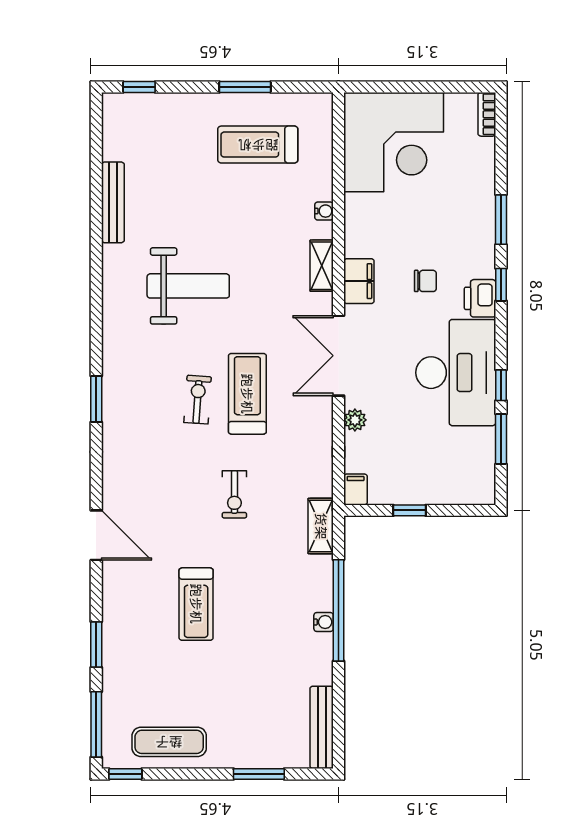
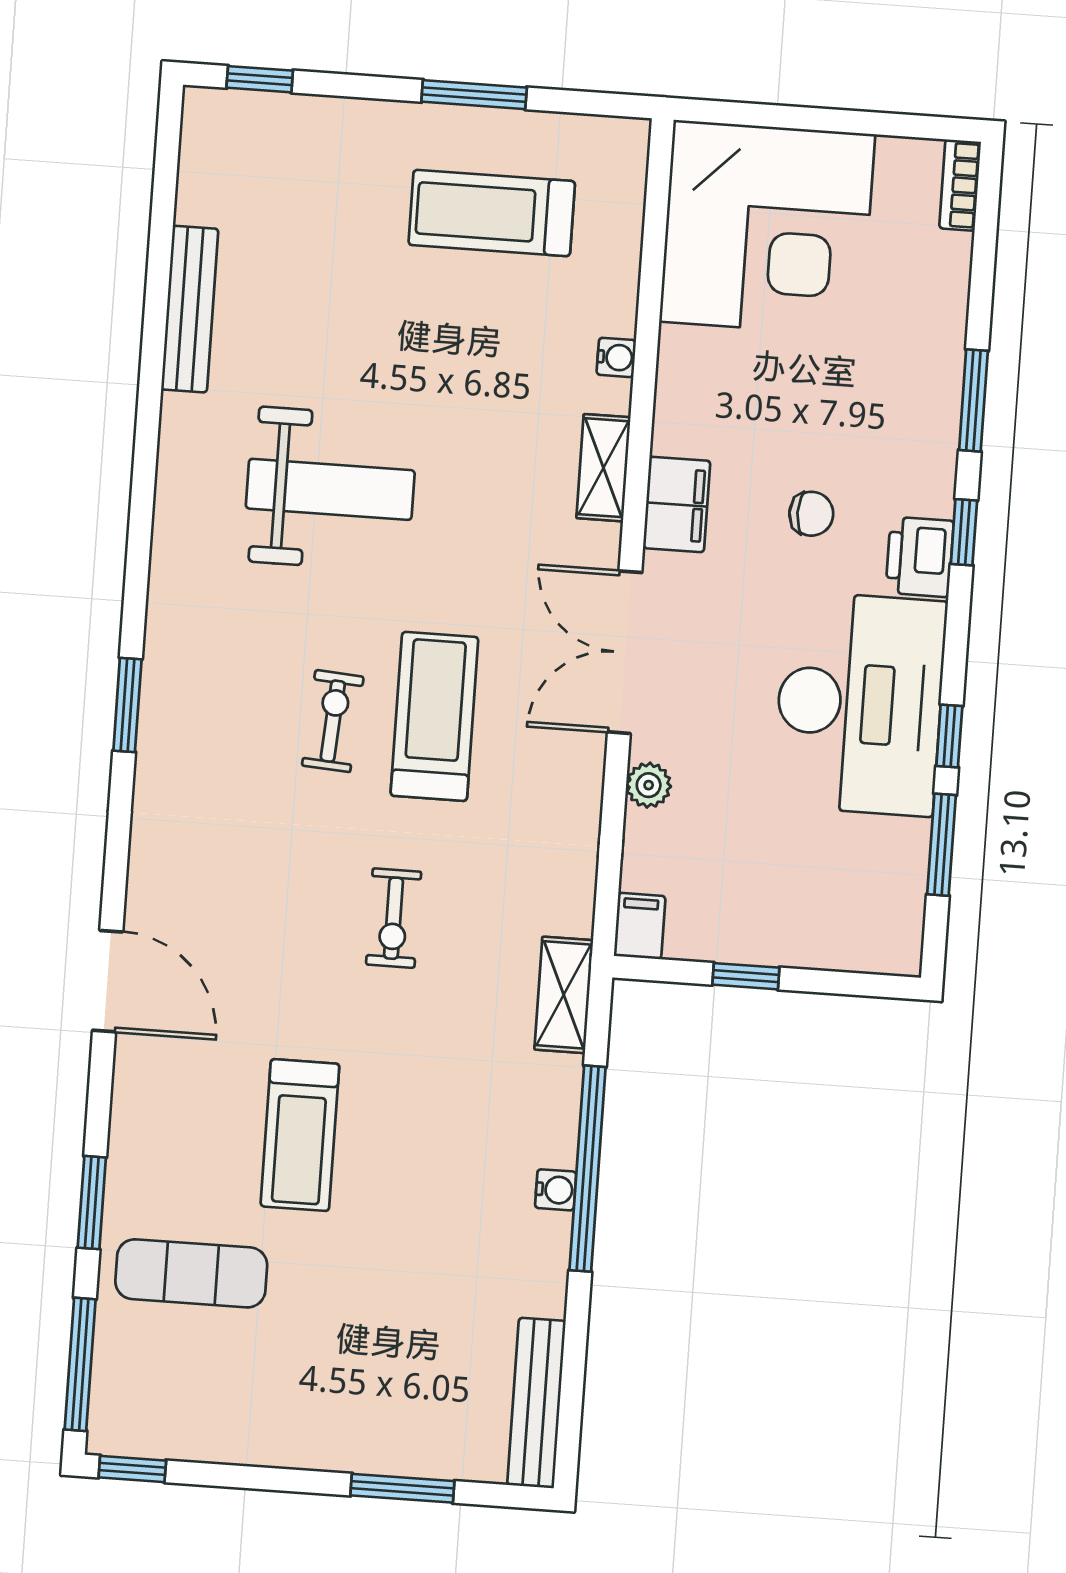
exercise mat: (169, 742) -> (191, 1273), moved

